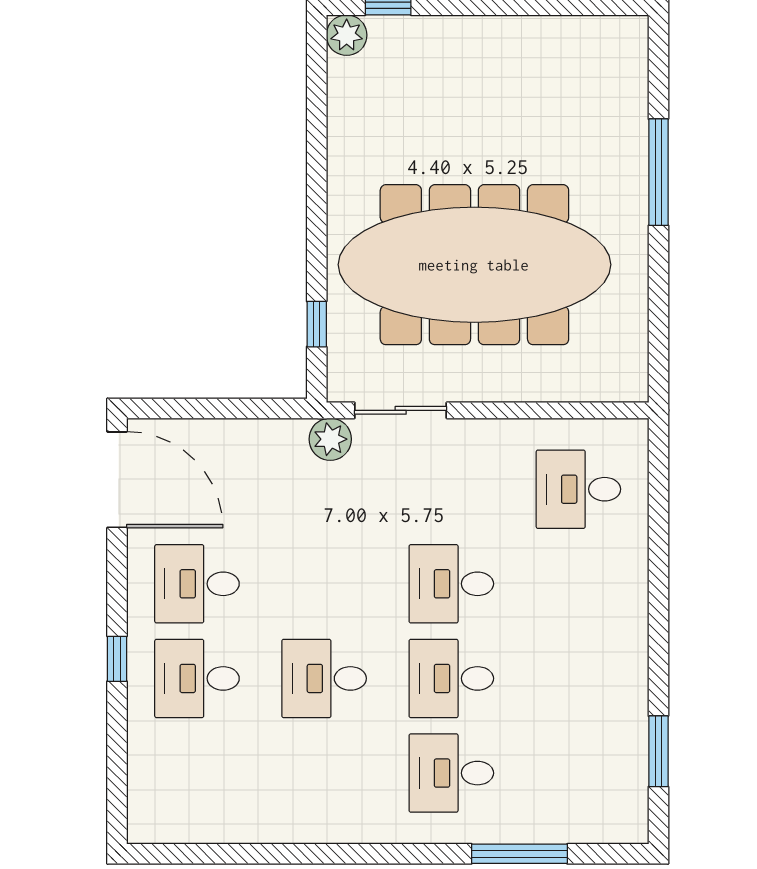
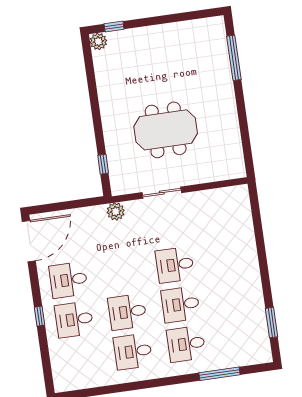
window: (658, 172) -> (234, 58), moved
meeting table: (474, 265) -> (166, 130), width x0.54, depth x0.79
sliding door: (401, 410) -> (162, 193), moved
door: (117, 480) -> (29, 241), hinge flipped
desk: (578, 489) -> (133, 352), moved

